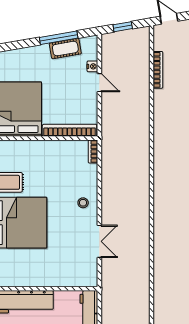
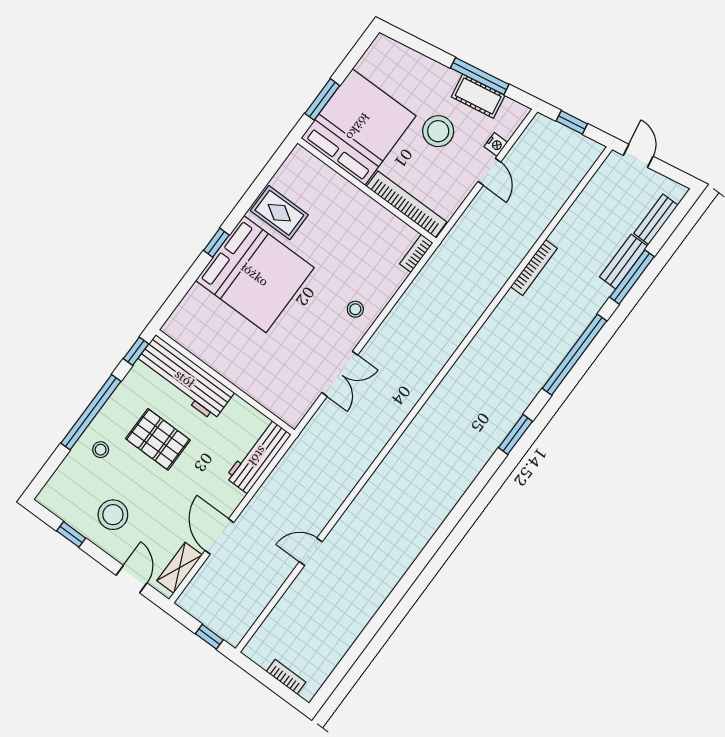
bookcase: (158, 70) -> (534, 267), moved
stool: (58, 81) -> (438, 131), added

